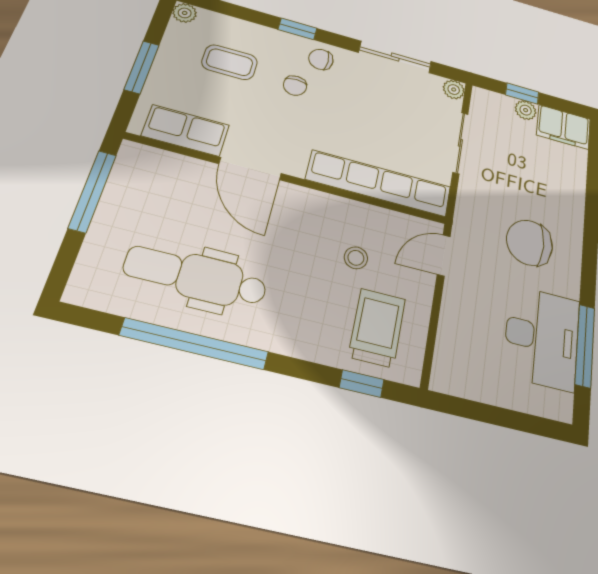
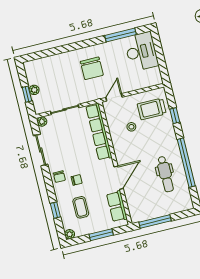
window: (297, 29) -> (55, 210), moved
filing cabinet: (564, 127) -> (33, 72), removed
door: (444, 255) -> (114, 97), swing flipped
dental chair: (196, 276) -> (165, 174), width x0.73, depth x0.72
desk: (542, 337) -> (141, 52), moved, turned 90
window: (362, 384) -> (175, 116), moved

